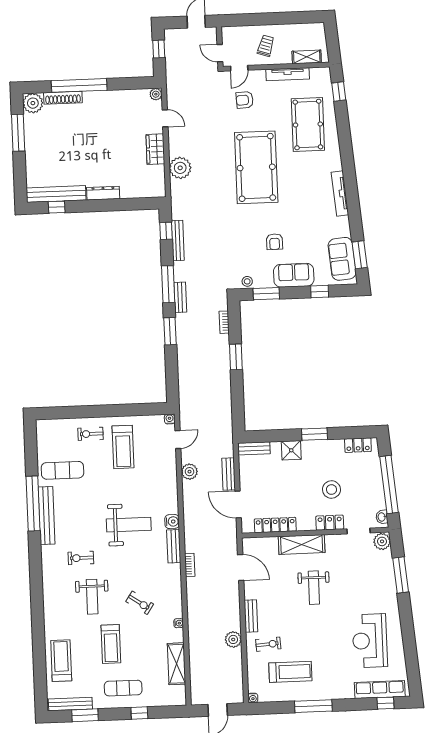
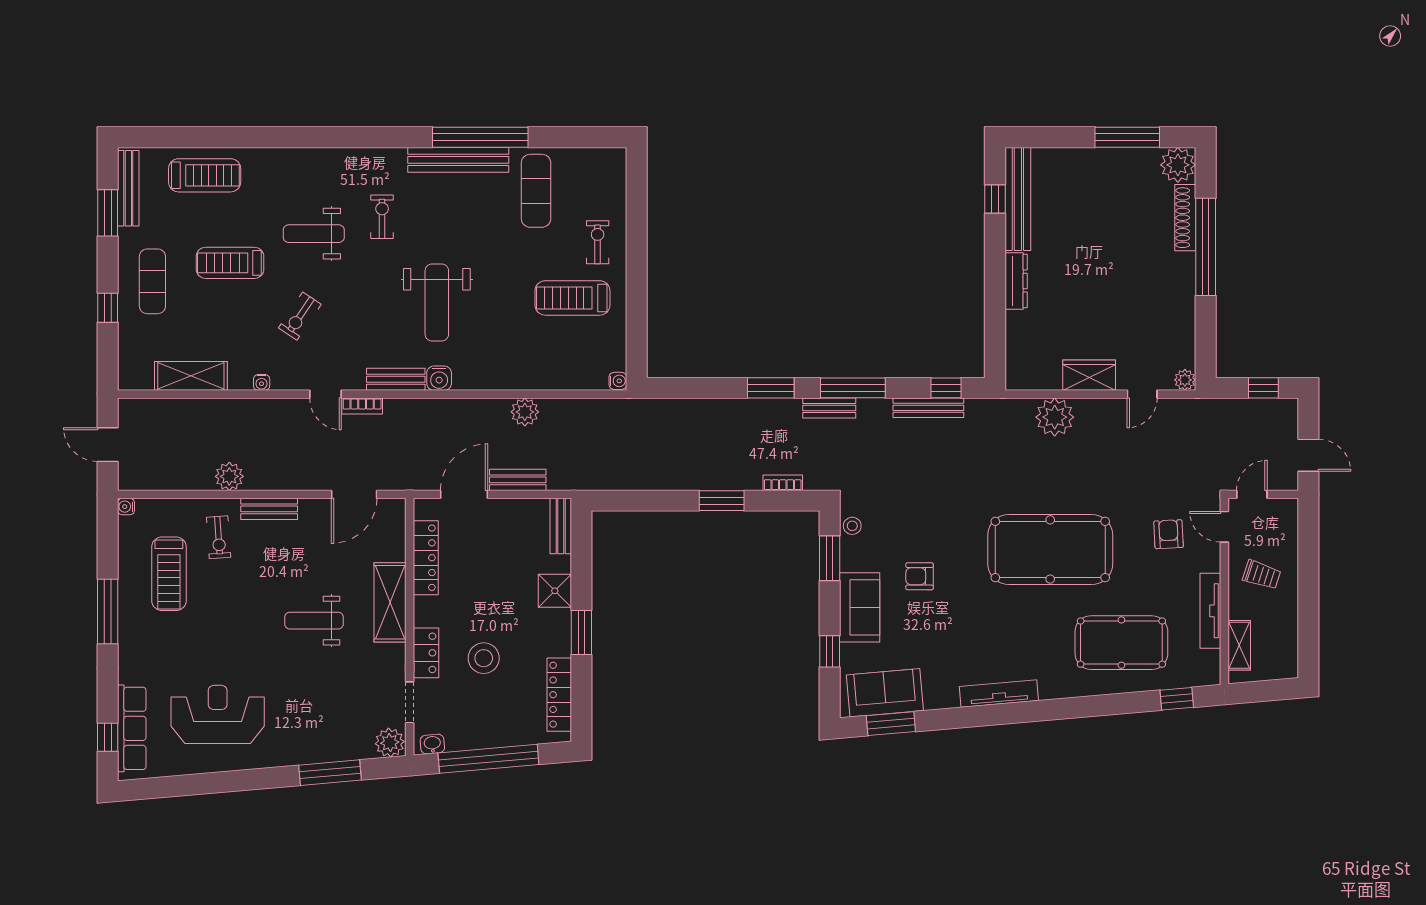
door: (178, 440) -> (325, 394), moved
locker: (358, 445) -> (559, 695), width x1.53

